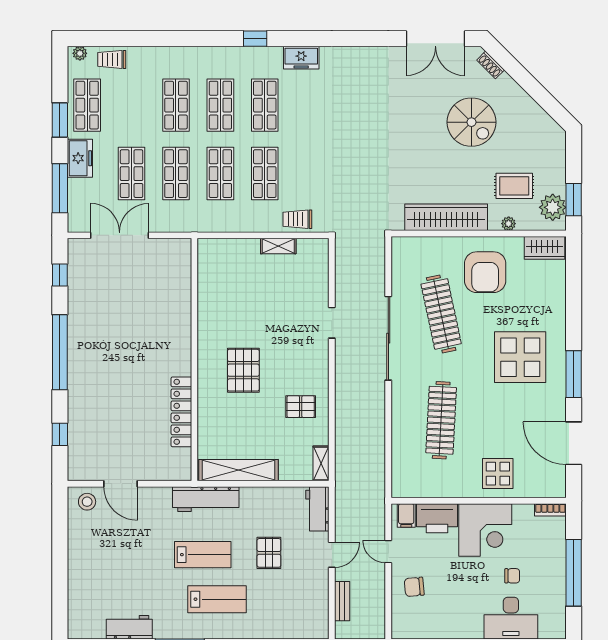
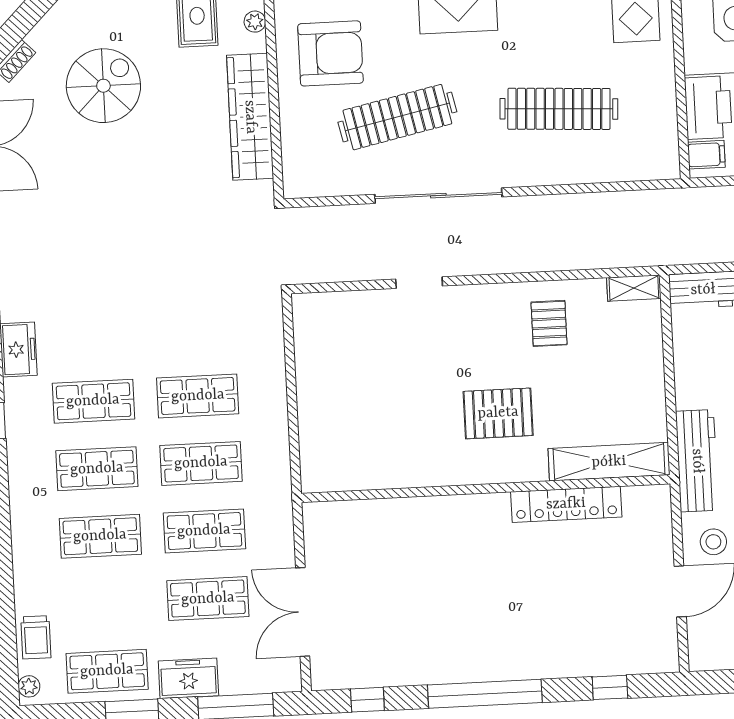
trolley: (297, 219) -> (265, 343), removed
shelving: (278, 246) -> (307, 370), removed
shelving: (239, 470) -> (609, 462), moved, turned 90
stool: (87, 502) -> (713, 542), moved

